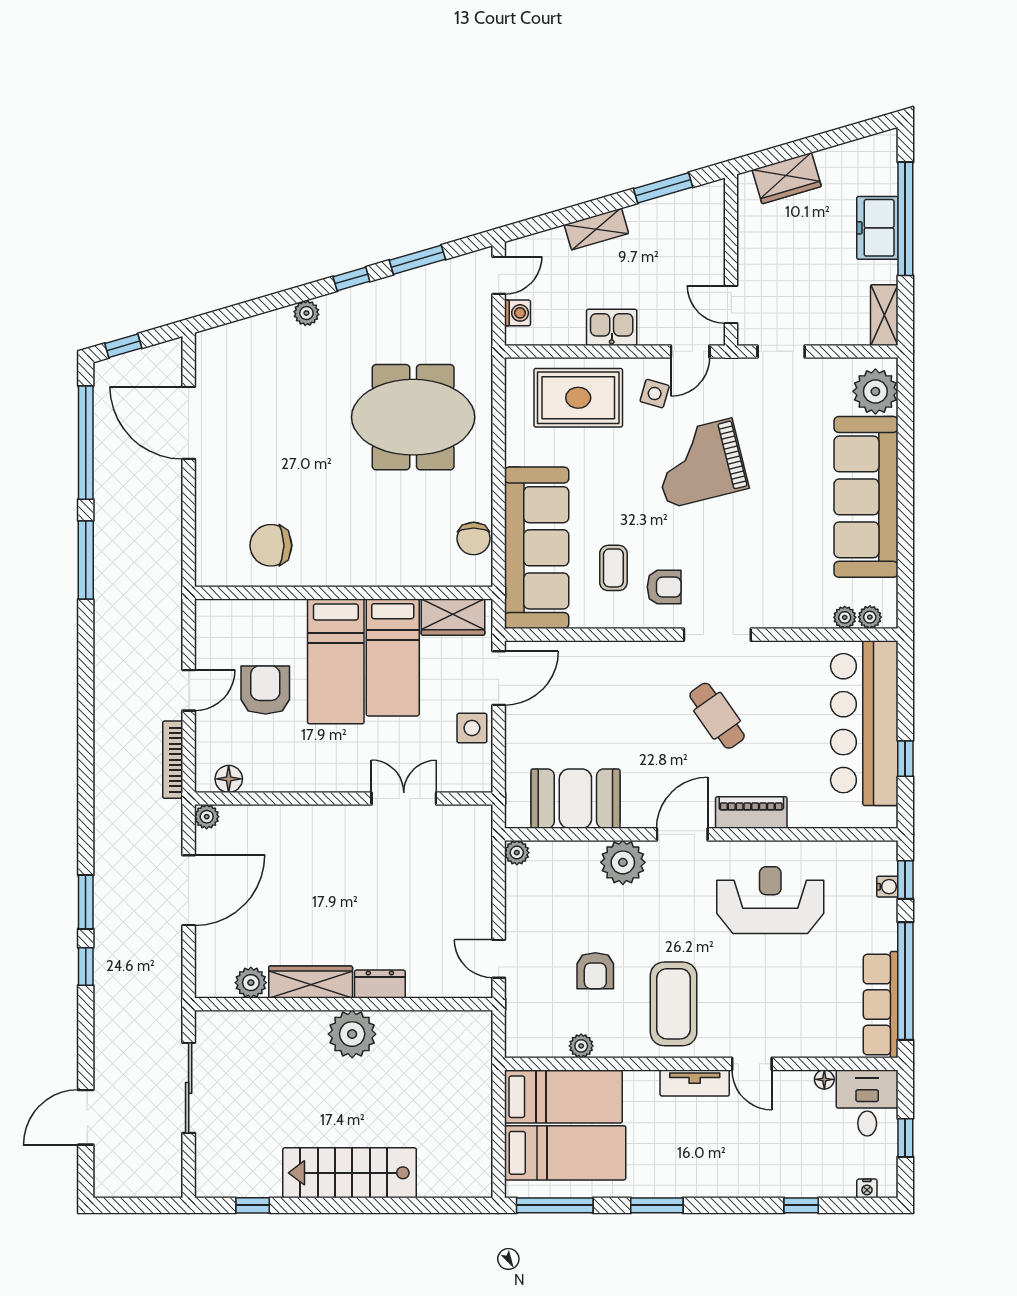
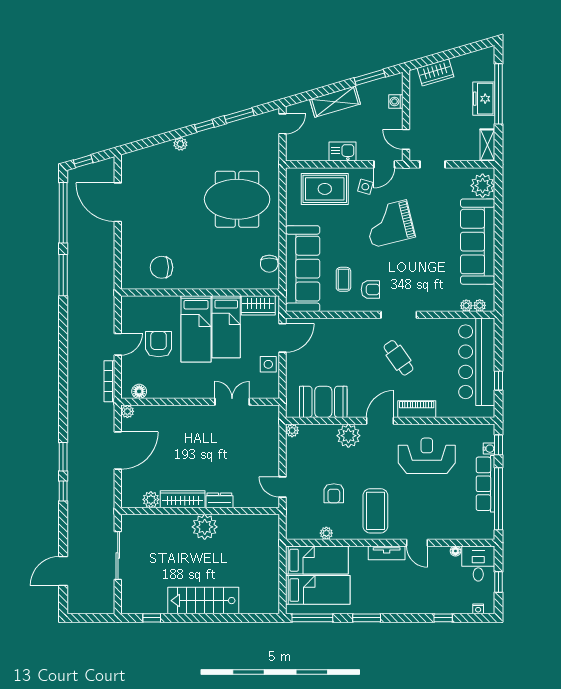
shelving: (596, 229) -> (335, 102), width x1.50, depth x1.33
washing machine: (517, 313) -> (396, 101), moved, turned 180
row of seats: (881, 1005) -> (485, 484), moved

